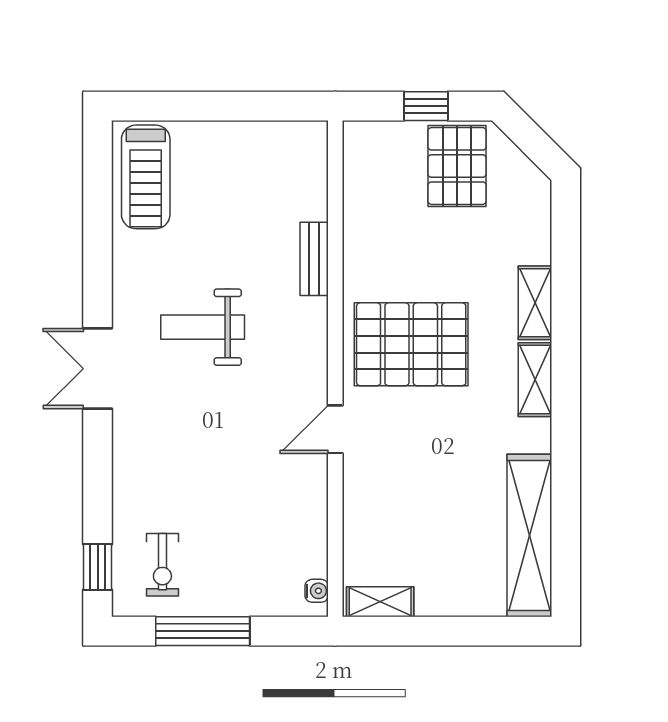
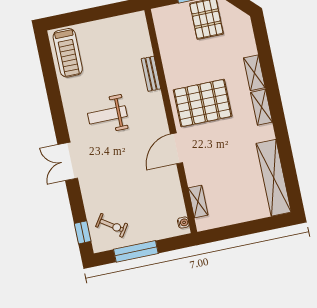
double door: (98, 369) -> (68, 161), moved
door: (335, 429) -> (176, 148), width x1.38
exercise bike: (162, 565) -> (112, 225), turned -56
shelving: (380, 602) -> (198, 202), moved, turned 90

